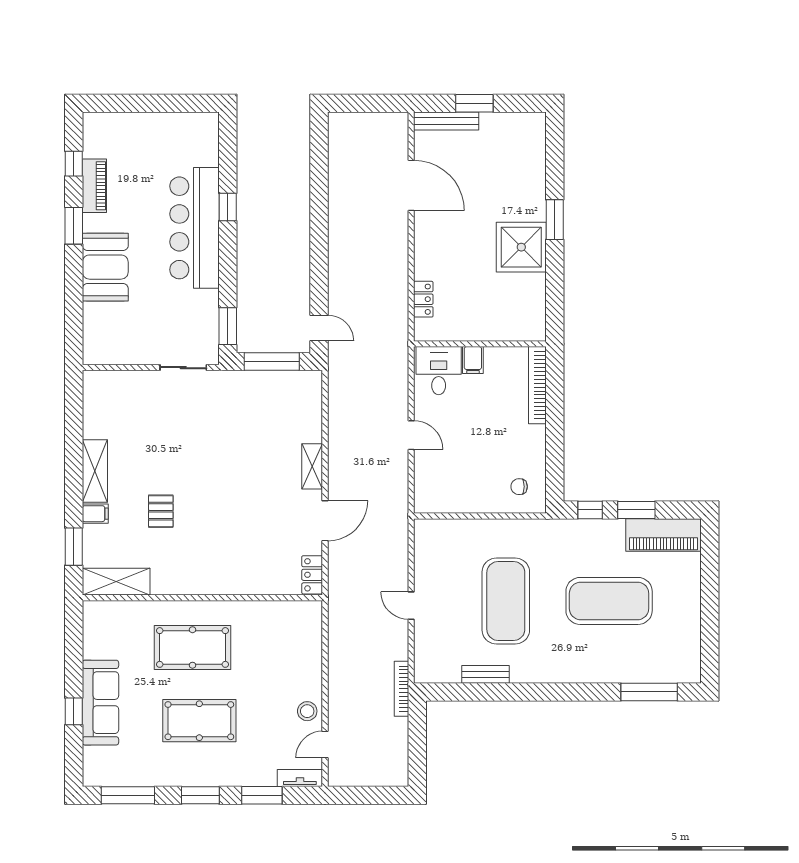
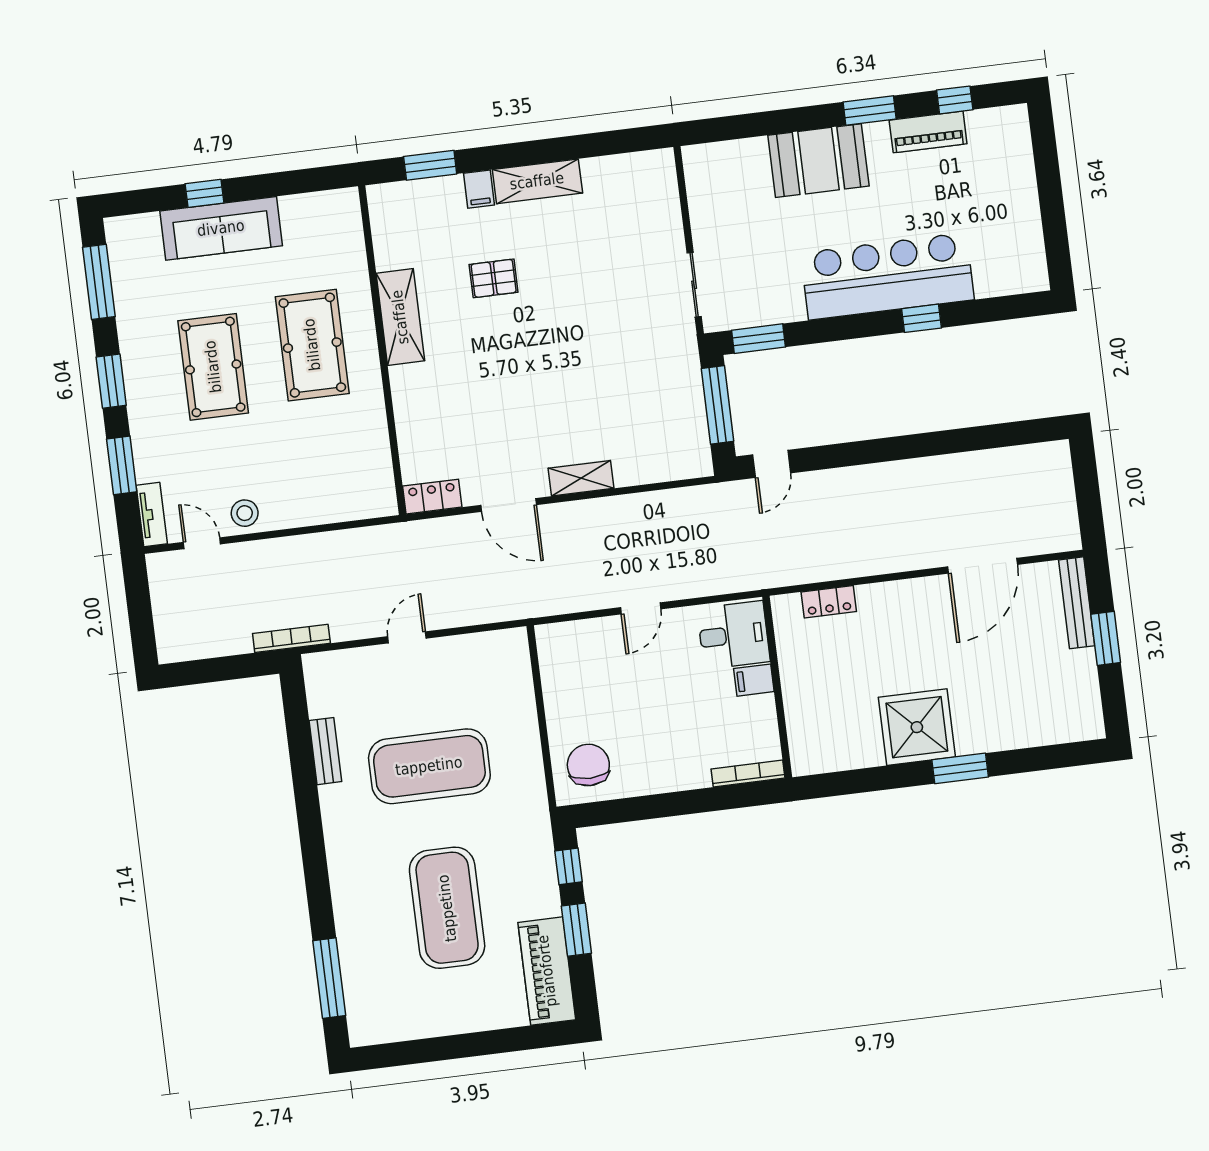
bookcase: (537, 385) -> (748, 774), width x0.68, depth x0.76
chair: (519, 487) -> (588, 765), width x1.87, depth x1.87
shelving: (116, 582) -> (400, 317), moved

